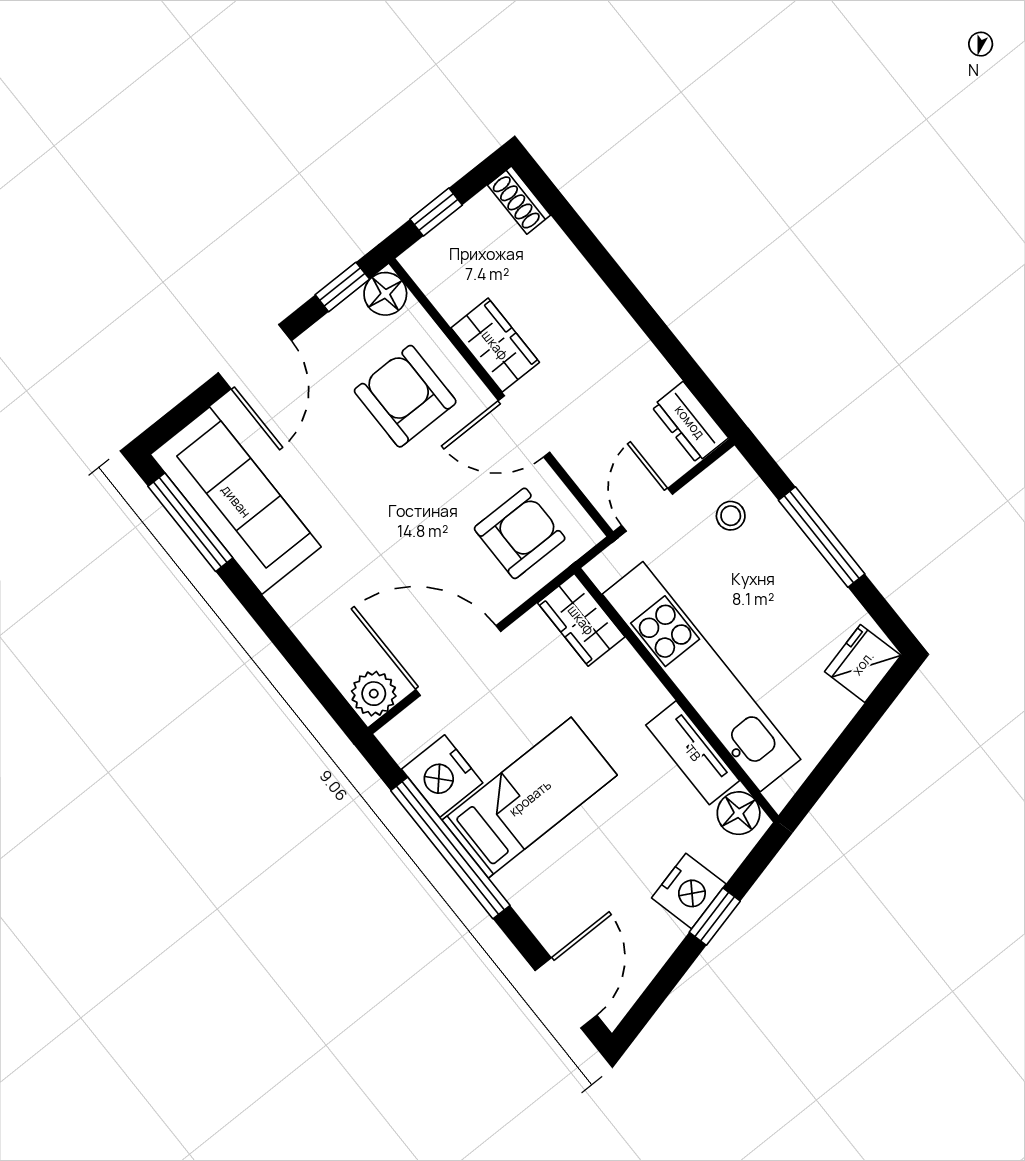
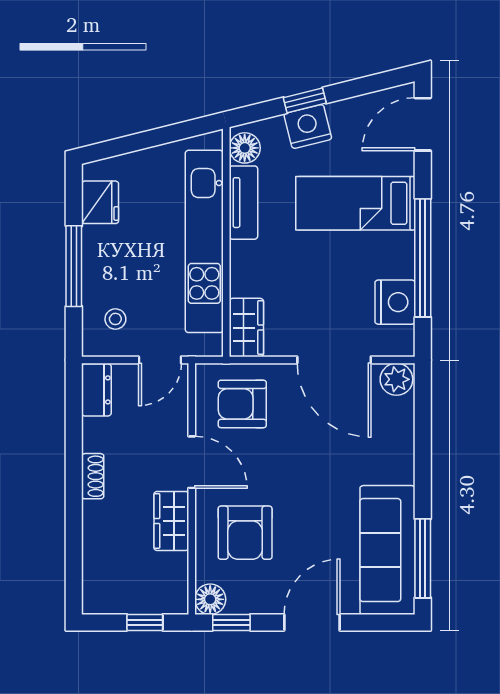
shoe rack: (519, 200) -> (93, 476), moved
fridge: (863, 663) -> (100, 202), moved, turned -76
bed: (530, 798) -> (355, 203), moved

